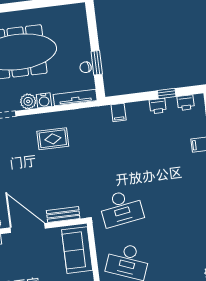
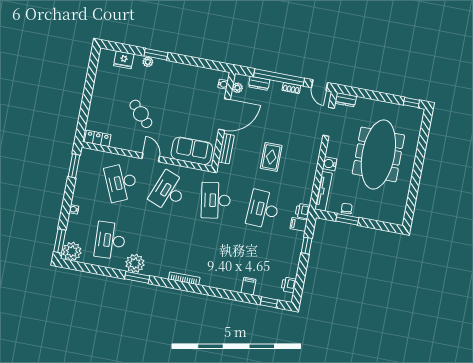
window: (167, 93) -> (307, 246), moved
plant: (28, 101) -> (333, 150), removed
printer: (158, 106) -> (303, 211), moved
rug: (53, 139) -> (271, 157), moved
desk: (115, 155) -> (263, 209), added

